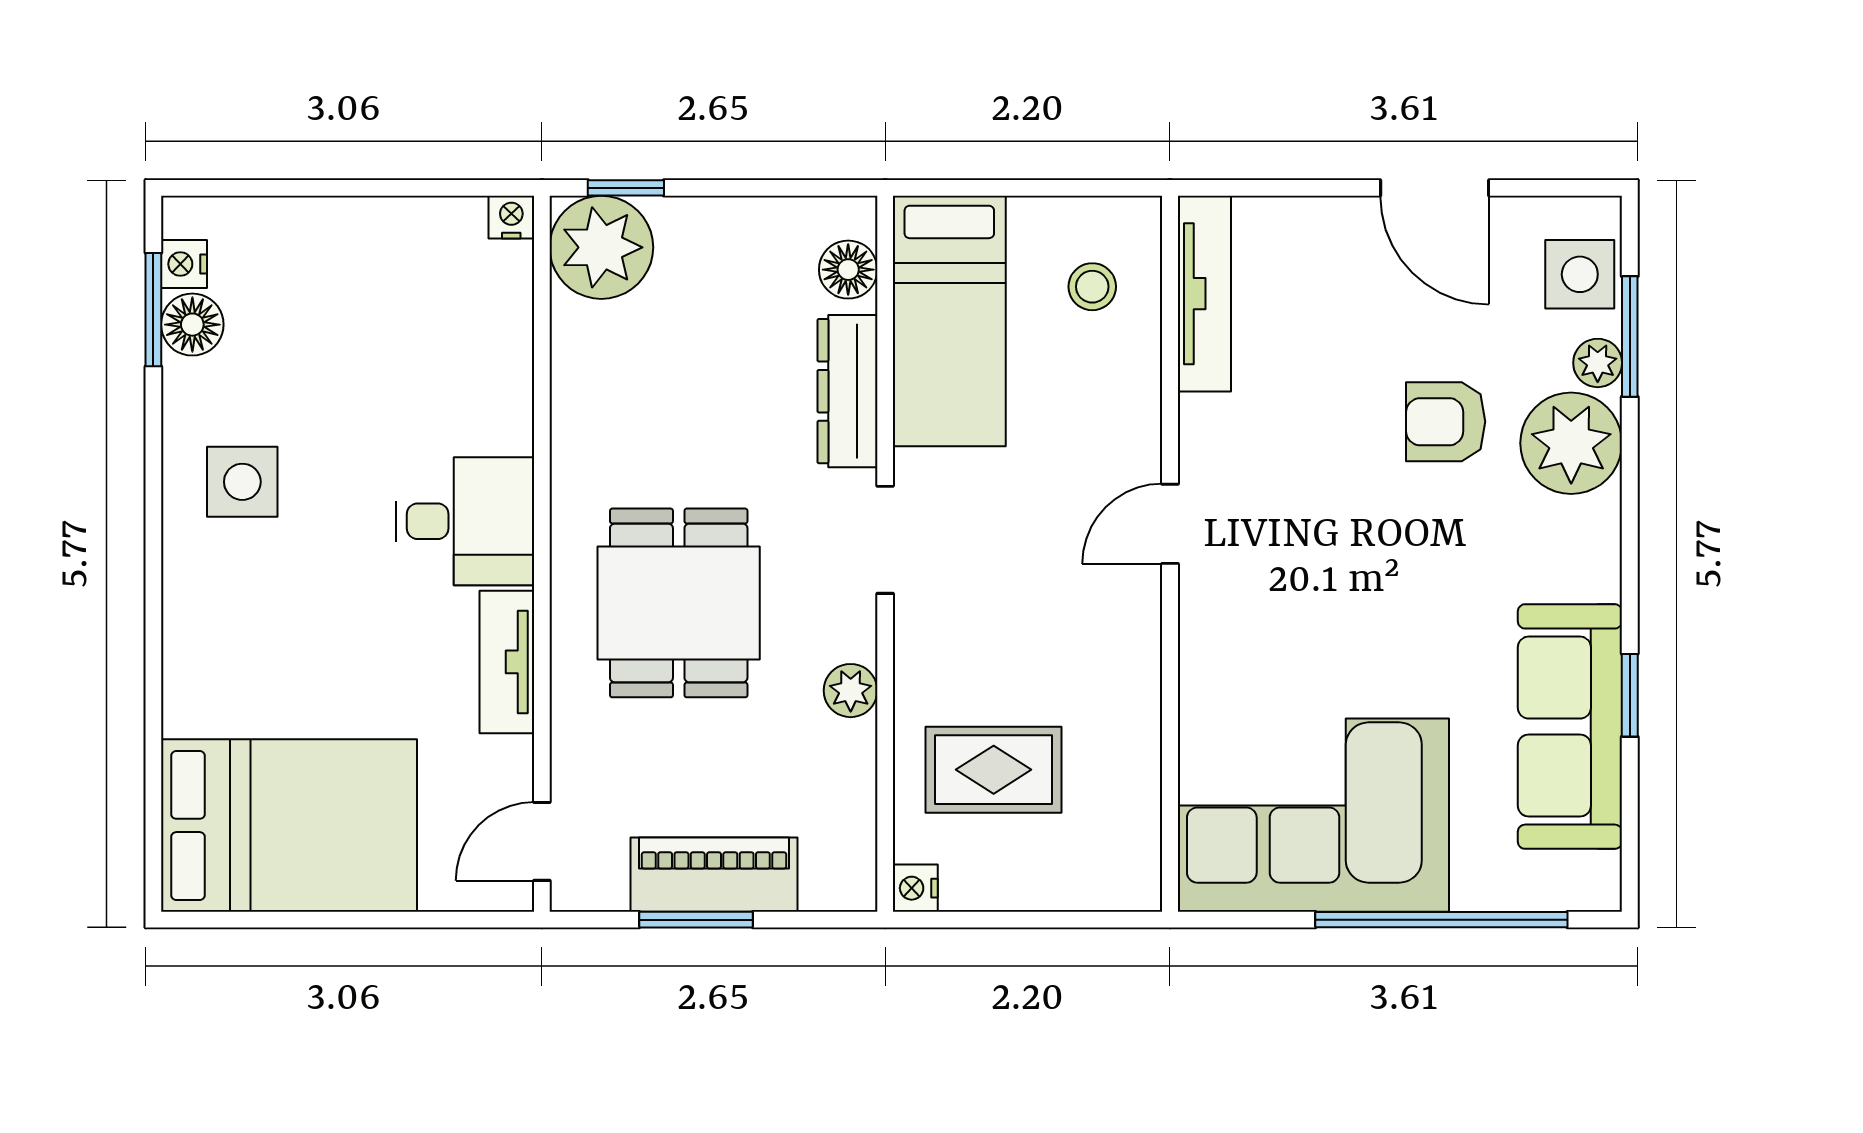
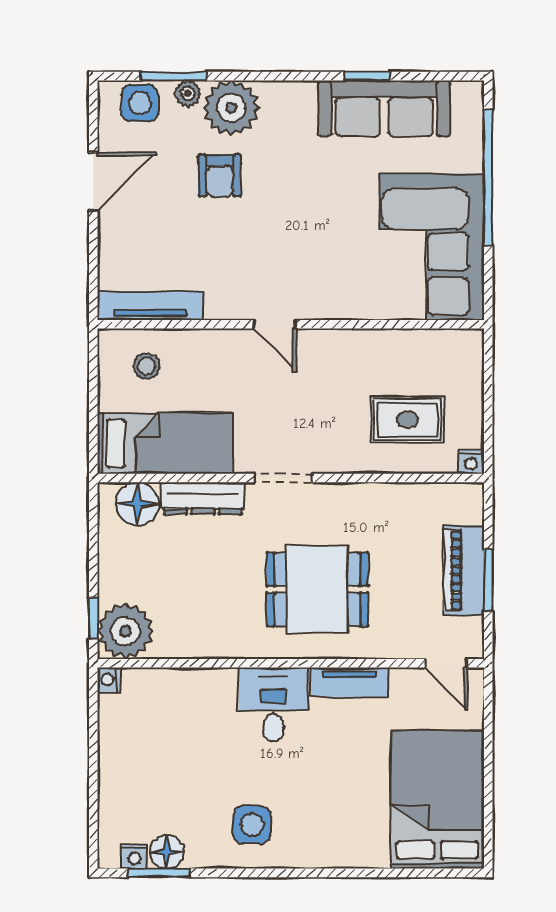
floor lamp: (848, 270) -> (137, 504), width x1.38, depth x1.38
plant: (851, 691) -> (365, 497), removed
rug: (994, 770) -> (407, 419), turned 90

